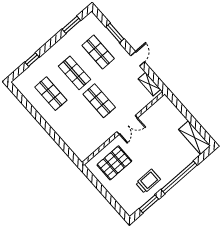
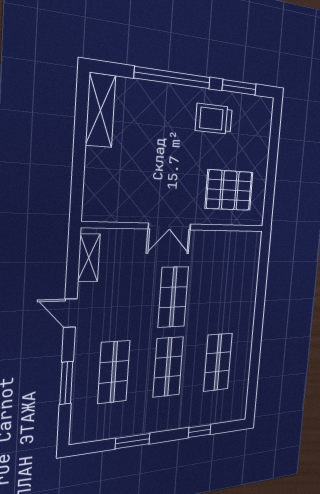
window: (71, 25) -> (133, 441), moved
door: (138, 59) -> (70, 313), hinge flipped
double door: (127, 125) -> (170, 226), swing flipped

